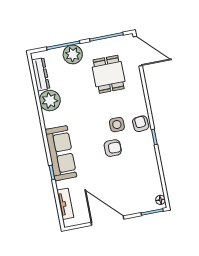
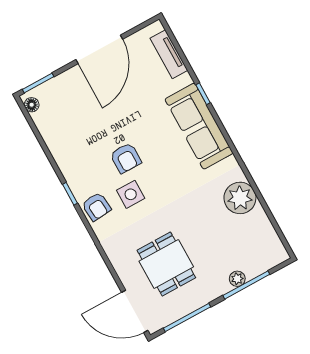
plant: (73, 54) -> (237, 279), width x0.53, depth x0.53
dresser: (41, 74) -> (266, 232), removed
armchair: (113, 148) -> (126, 158), turned -90
door: (108, 221) -> (99, 49), hinge flipped

